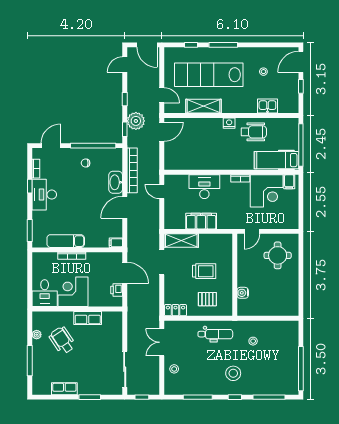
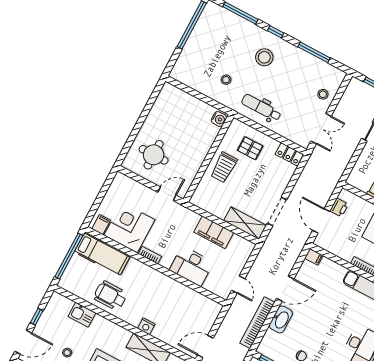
nightstand: (229, 123) -> (146, 326), moved
trolley: (204, 271) -> (224, 167), moved, turned -90
water cooler: (243, 293) -> (219, 119), moved

